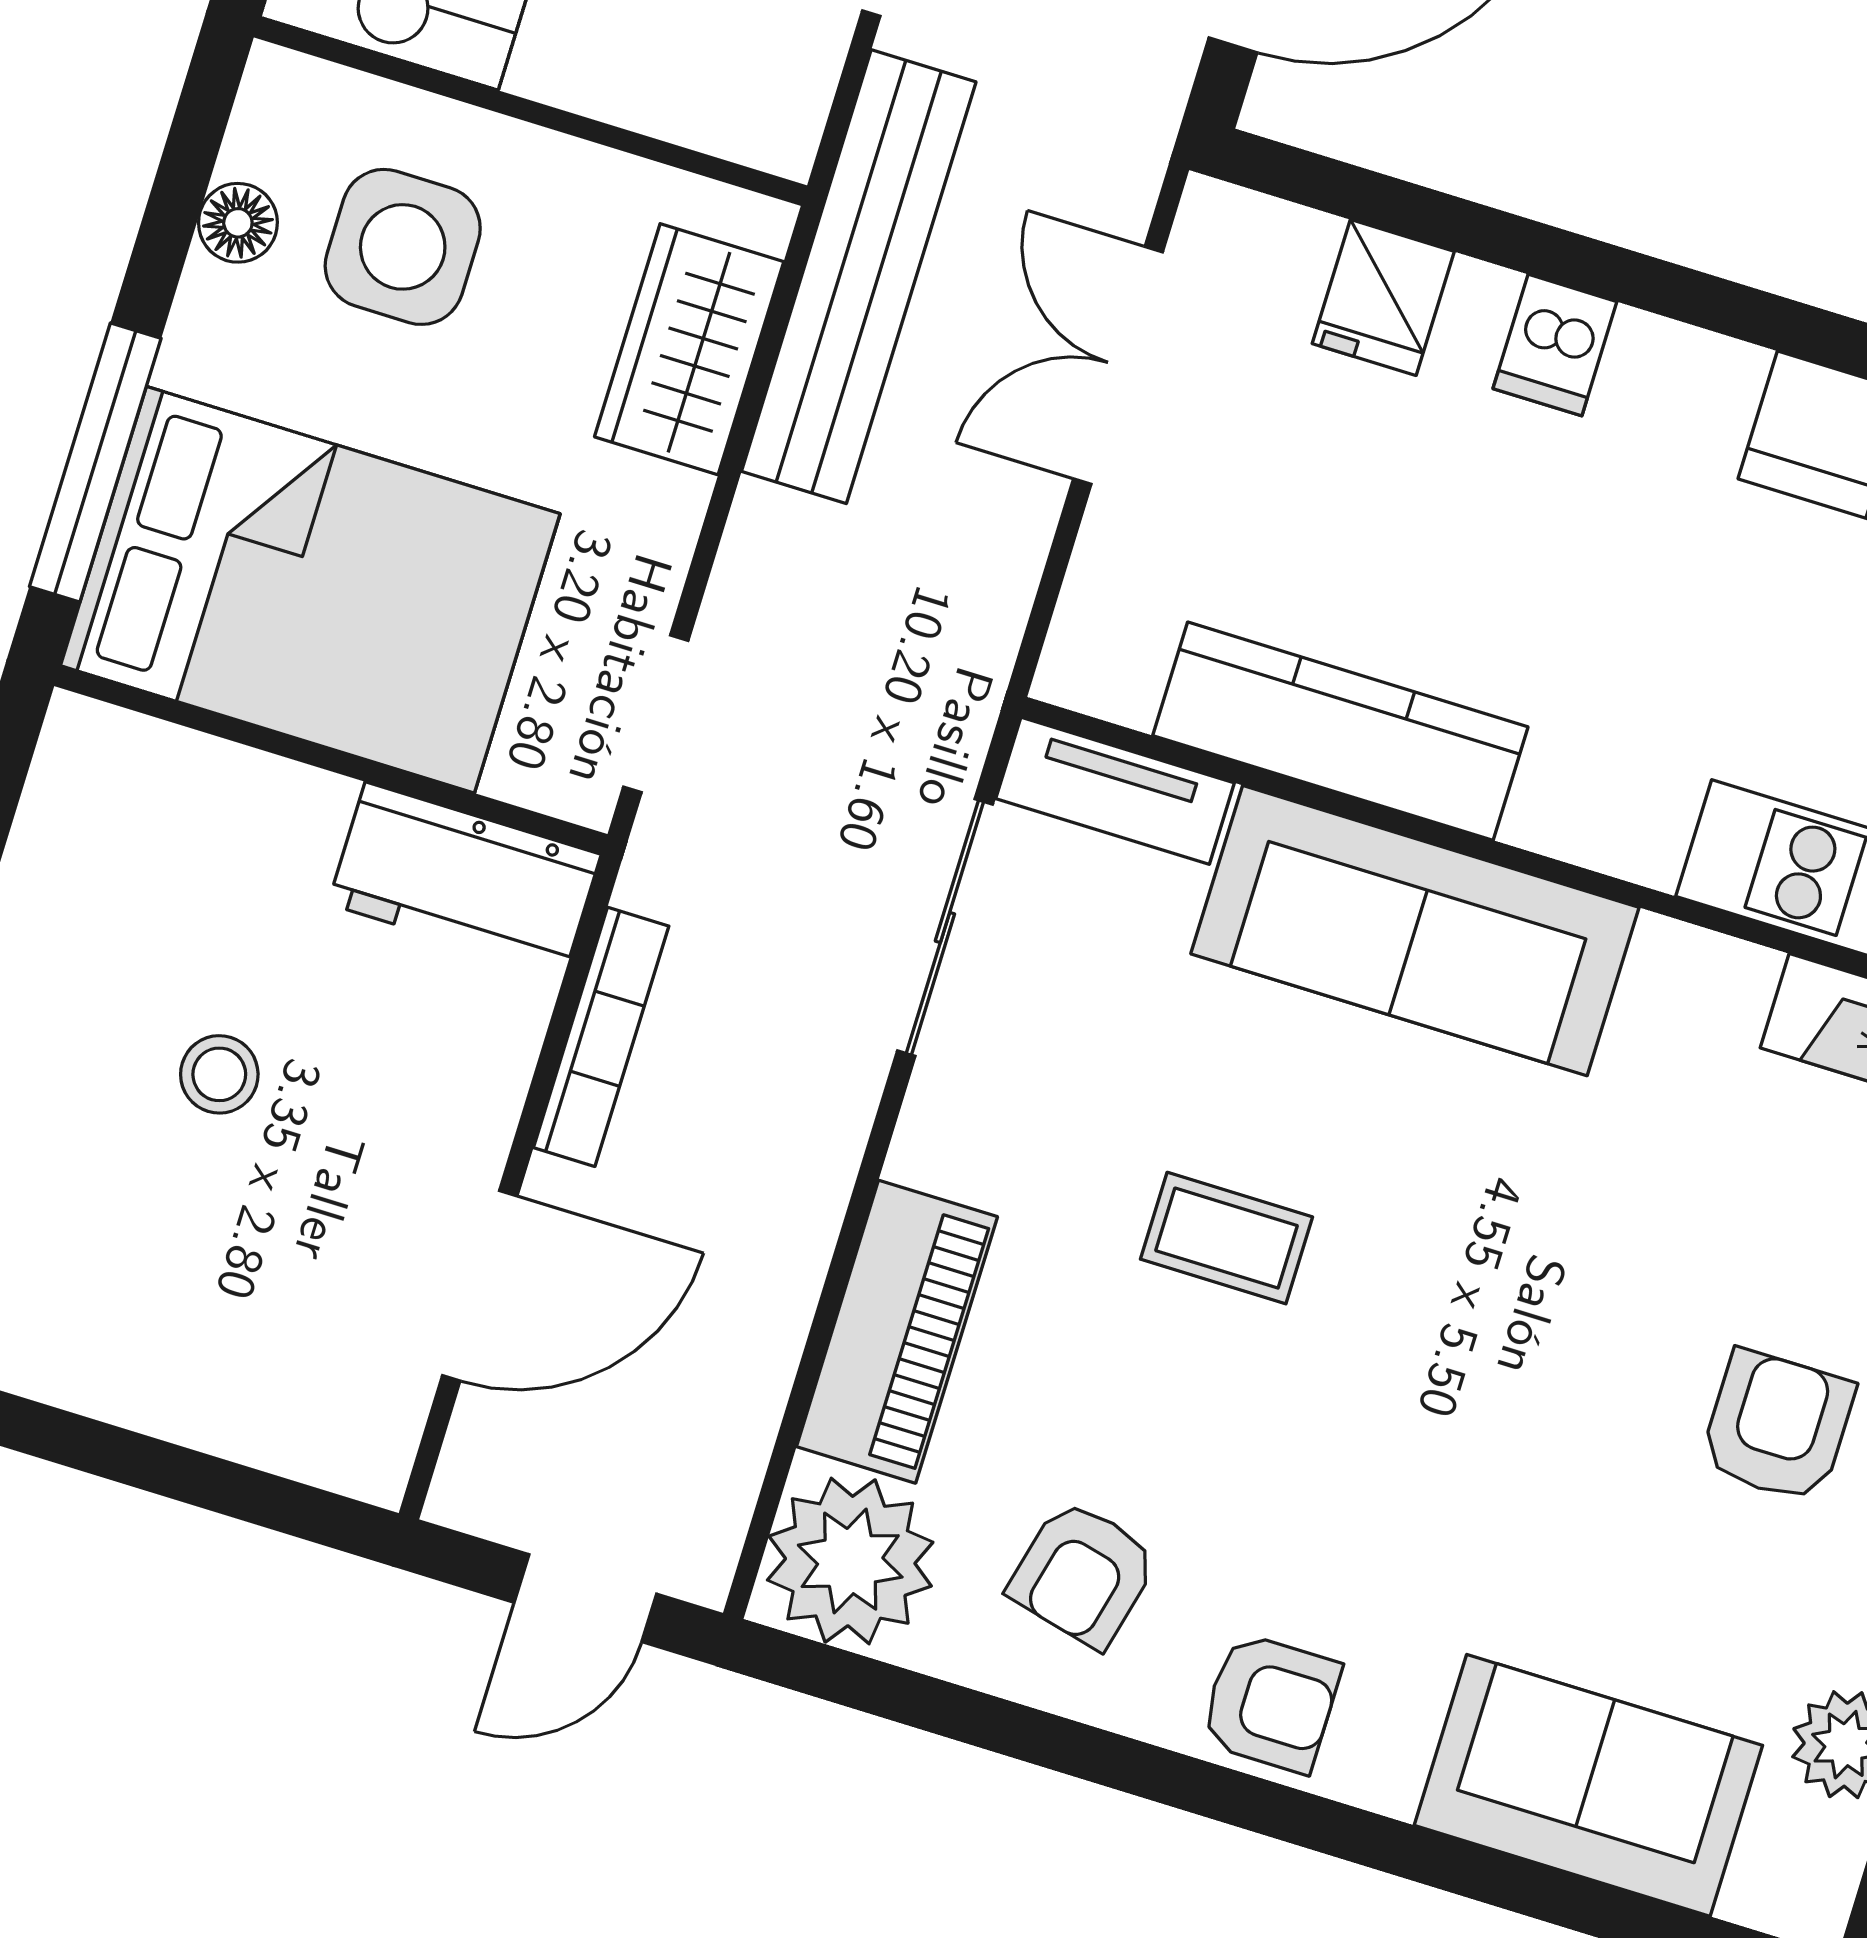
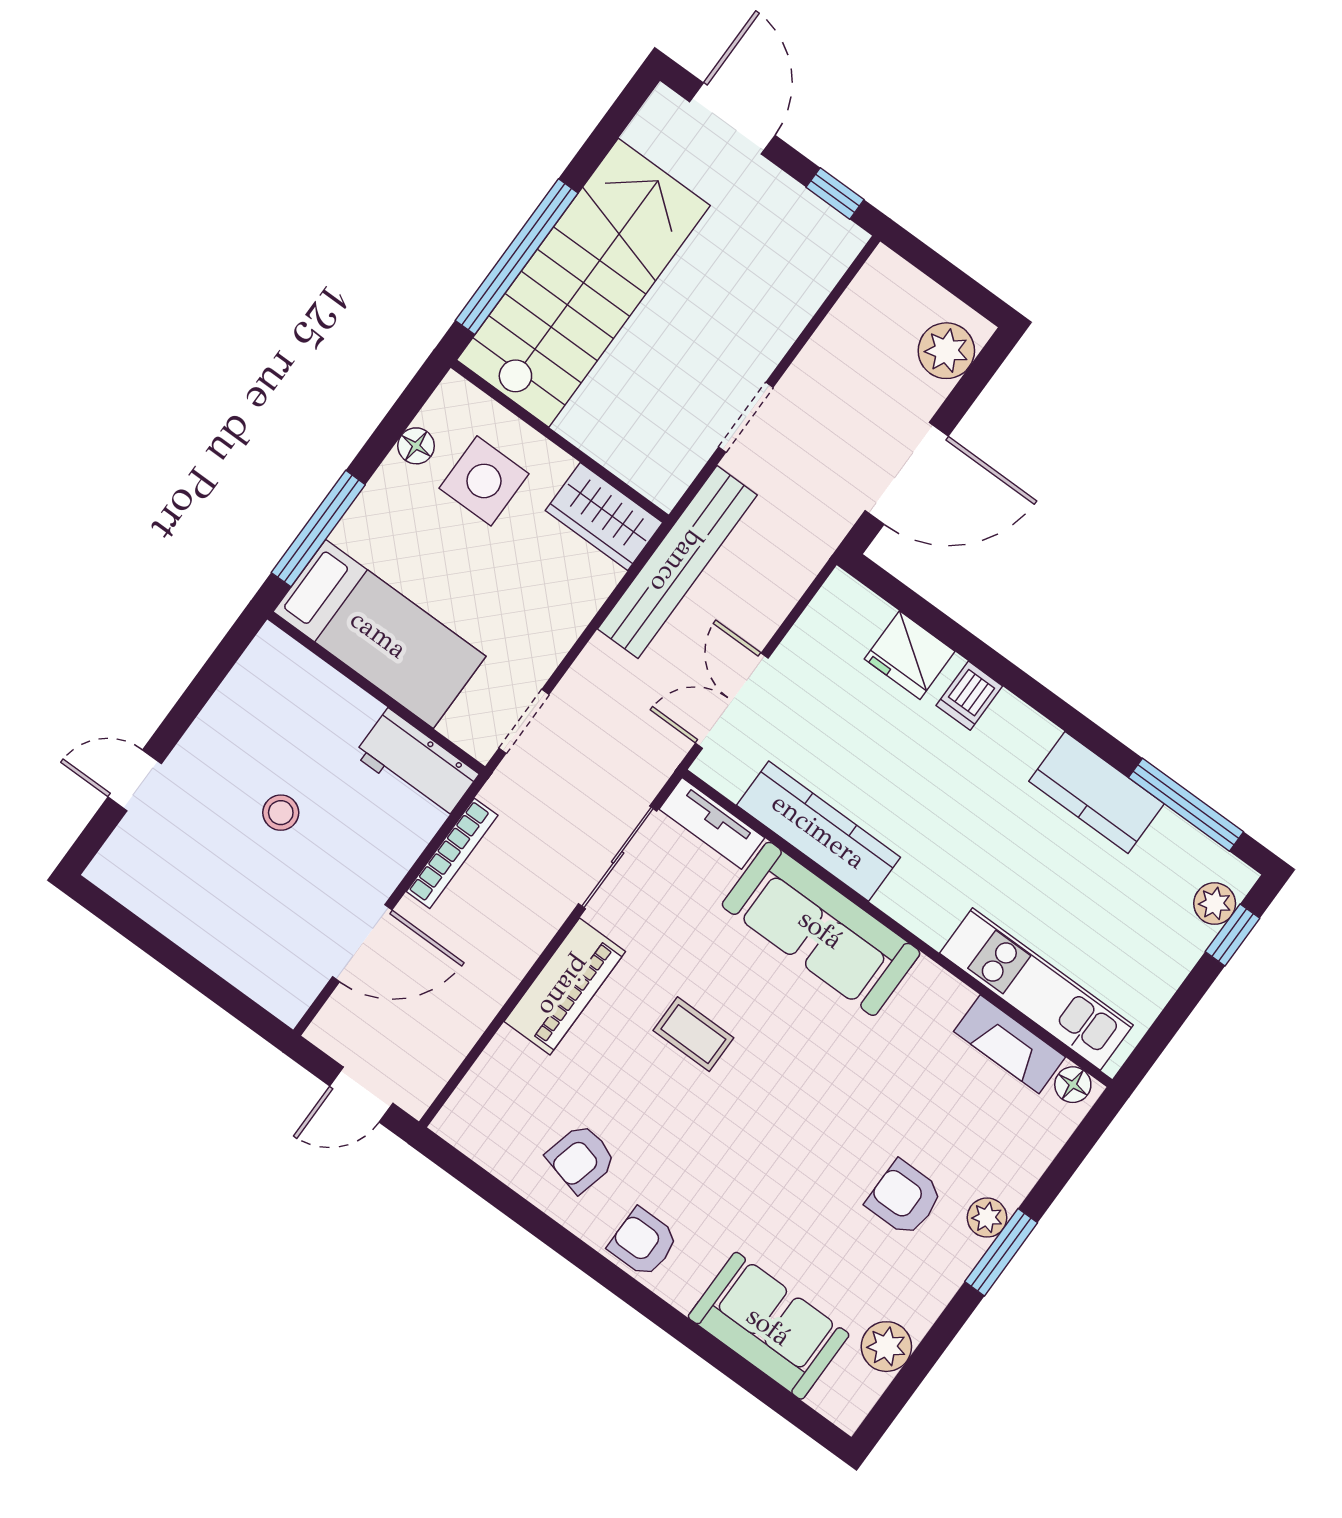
fridge: (1383, 298) -> (910, 655), width x1.38
wardrobe: (689, 349) -> (604, 516), moved, turned -90
double door: (1118, 365) -> (732, 701), moved
bed: (310, 590) -> (379, 634), width x0.67
piano: (897, 1332) -> (565, 987), moved
armchair: (1777, 1426) -> (904, 1198), turned -90
plant: (850, 1561) -> (482, 1118), removed
armchair: (1270, 1703) -> (643, 1242), turned 180

